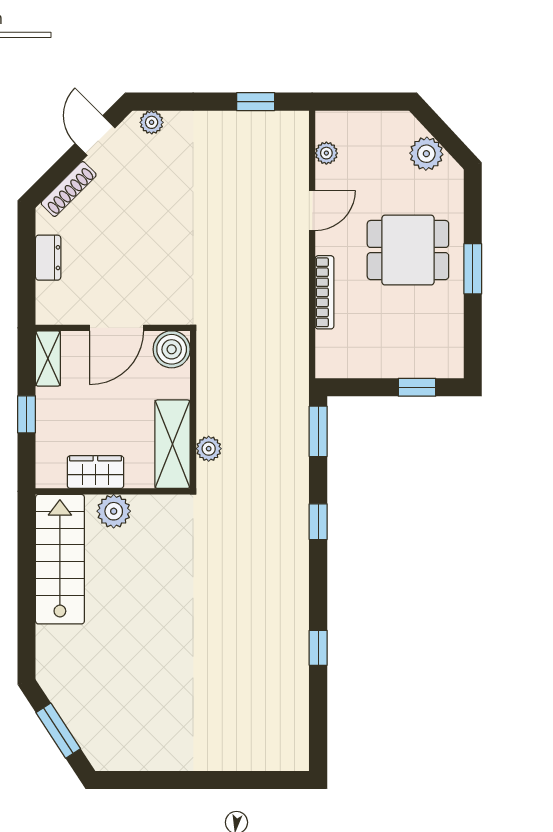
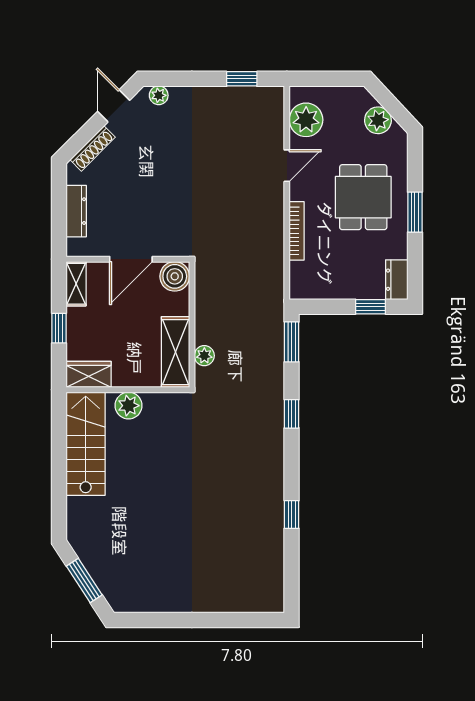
plant: (326, 153) -> (306, 120), width x1.88, depth x1.88
dining table: (408, 250) -> (363, 197), turned 90
dresser: (48, 258) -> (76, 211), width x1.44
dresser: (450, 353) -> (397, 280), added
wardrobe: (95, 472) -> (89, 374), moved

